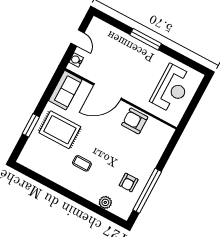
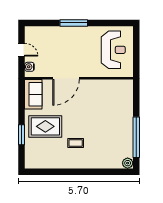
armchair: (135, 121) -> (99, 89), removed
armchair: (129, 182) -> (119, 139), removed
plant: (105, 202) -> (128, 163), moved

